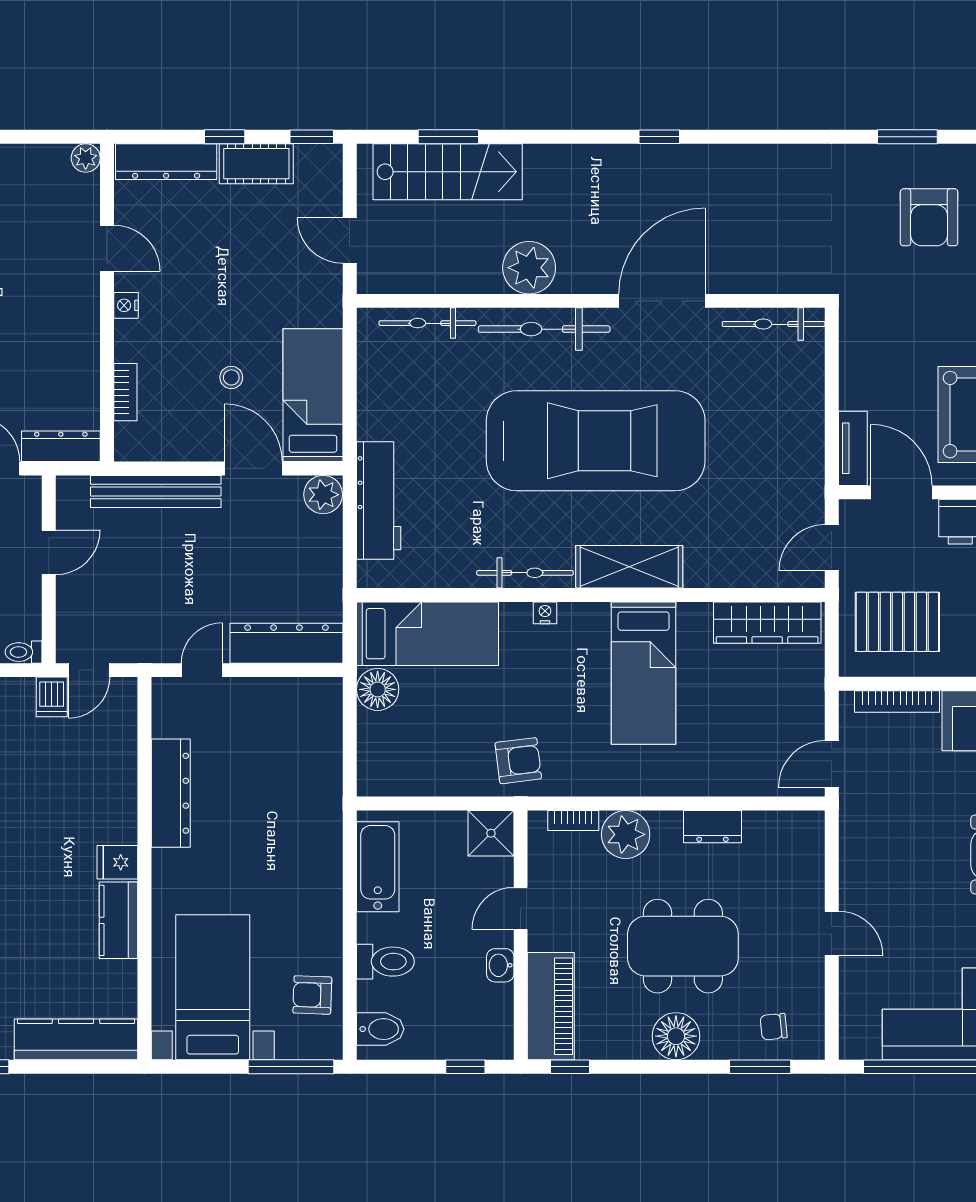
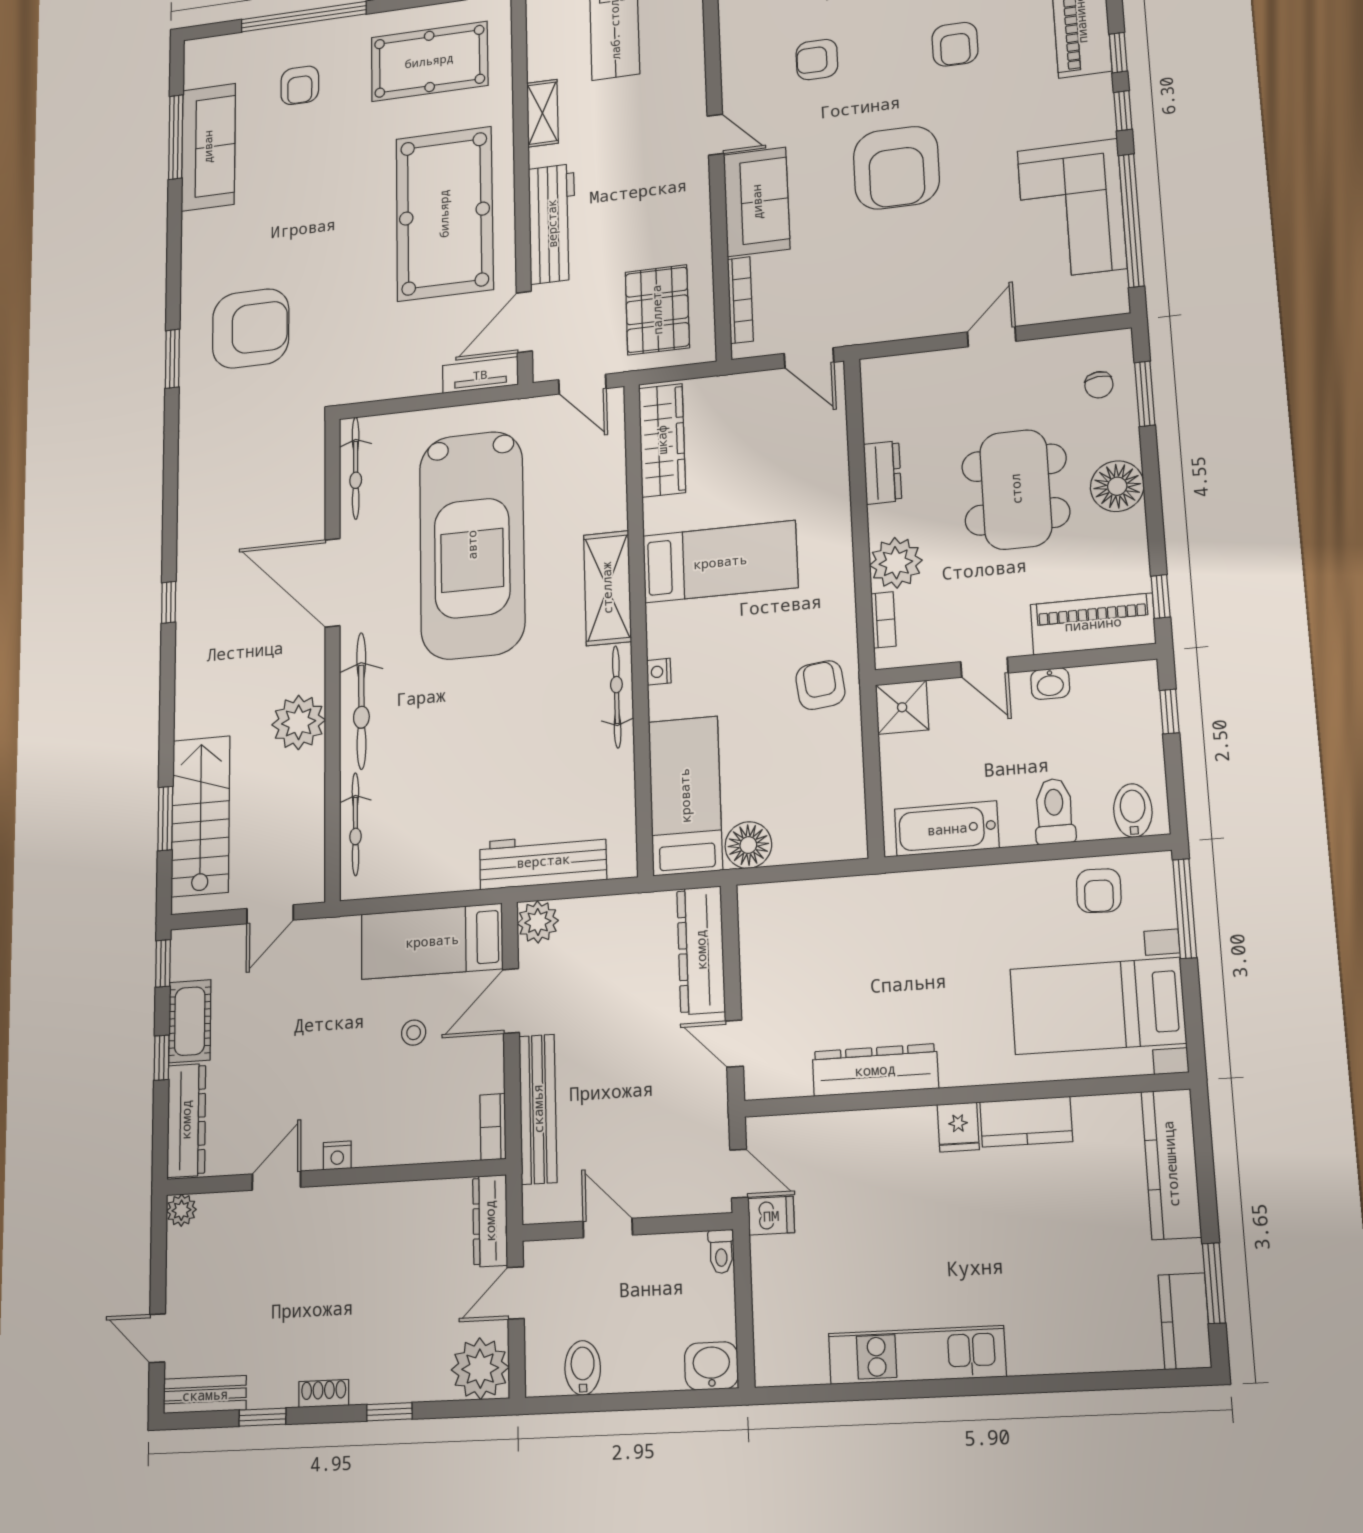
armchair: (929, 217) -> (251, 328), width x1.36, depth x1.36
bookcase: (125, 392) -> (493, 1127), moved, turned -90
car: (596, 441) -> (472, 545), moved, turned 180

